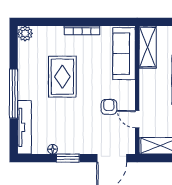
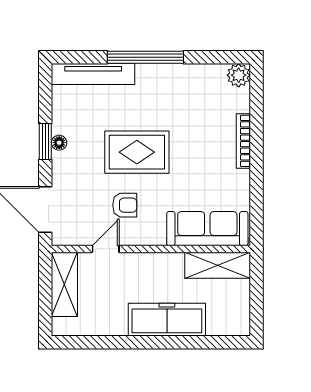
bookcase: (82, 30) -> (243, 141), moved
rug: (62, 77) -> (137, 152), moved
floor lamp: (53, 149) -> (59, 143), moved

